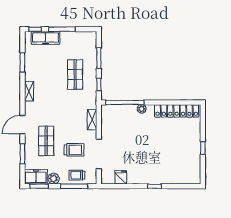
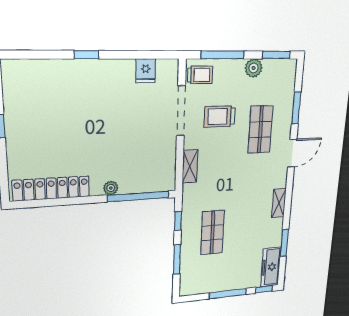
freezer: (46, 38) -> (271, 267), moved, turned -90
trolley: (77, 175) -> (200, 75), moved
freezer: (36, 177) -> (280, 71), removed

